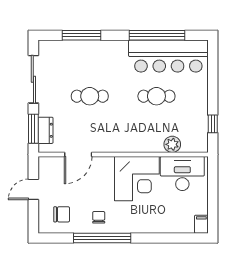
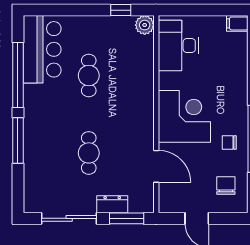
window: (81, 35) -> (18, 141), moved
bar counter: (168, 56) -> (42, 49), width x0.73
dresser: (45, 130) -> (112, 204), moved
plant: (172, 144) -> (145, 25), moved
corner desk: (137, 179) -> (184, 116), moved

